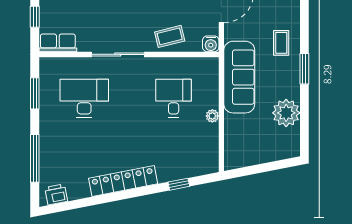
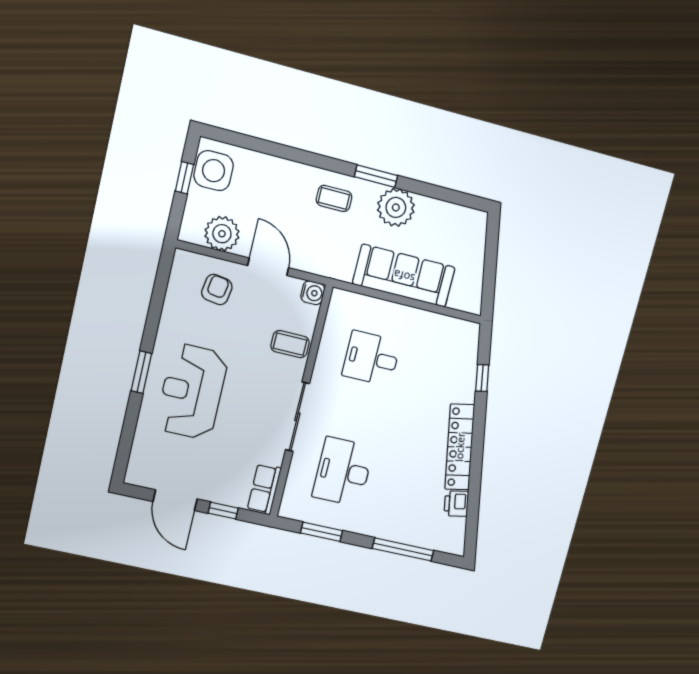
coffee table: (170, 36) -> (290, 344), turned -76
sofa: (239, 77) -> (404, 276), moved
plant: (286, 113) -> (396, 207), moved
plant: (212, 116) -> (407, 314), removed
printer: (56, 194) -> (456, 504), moved

